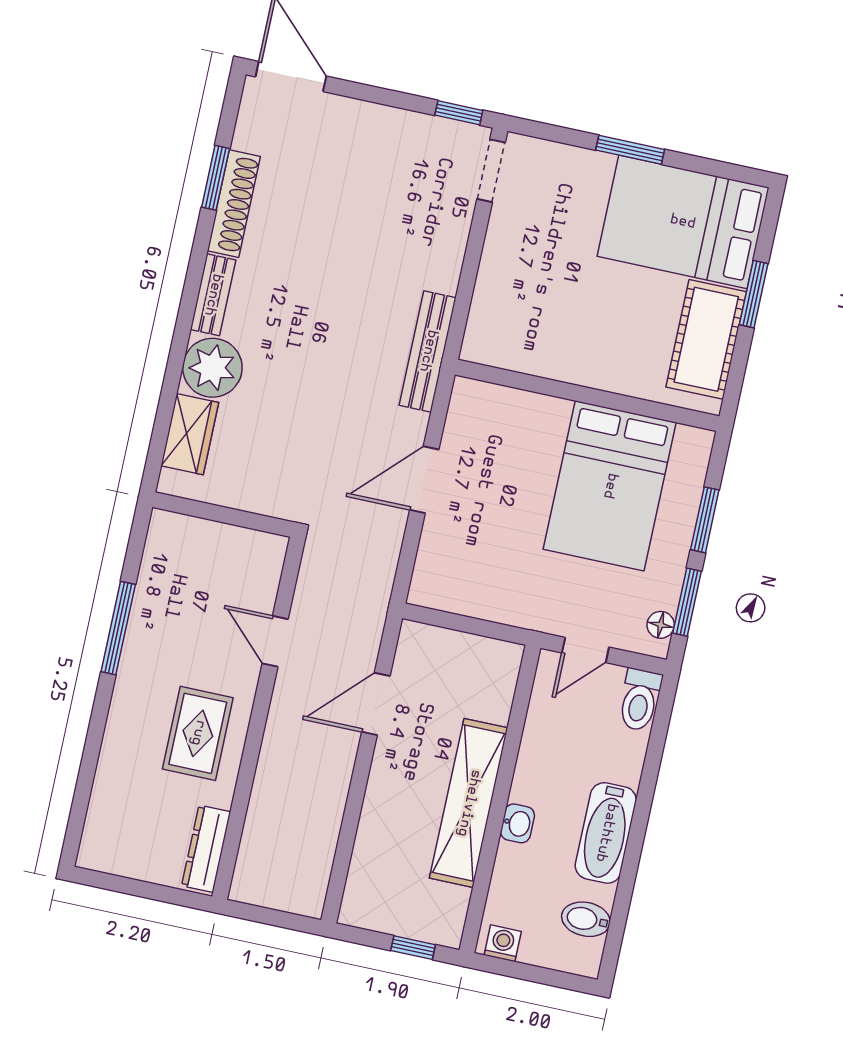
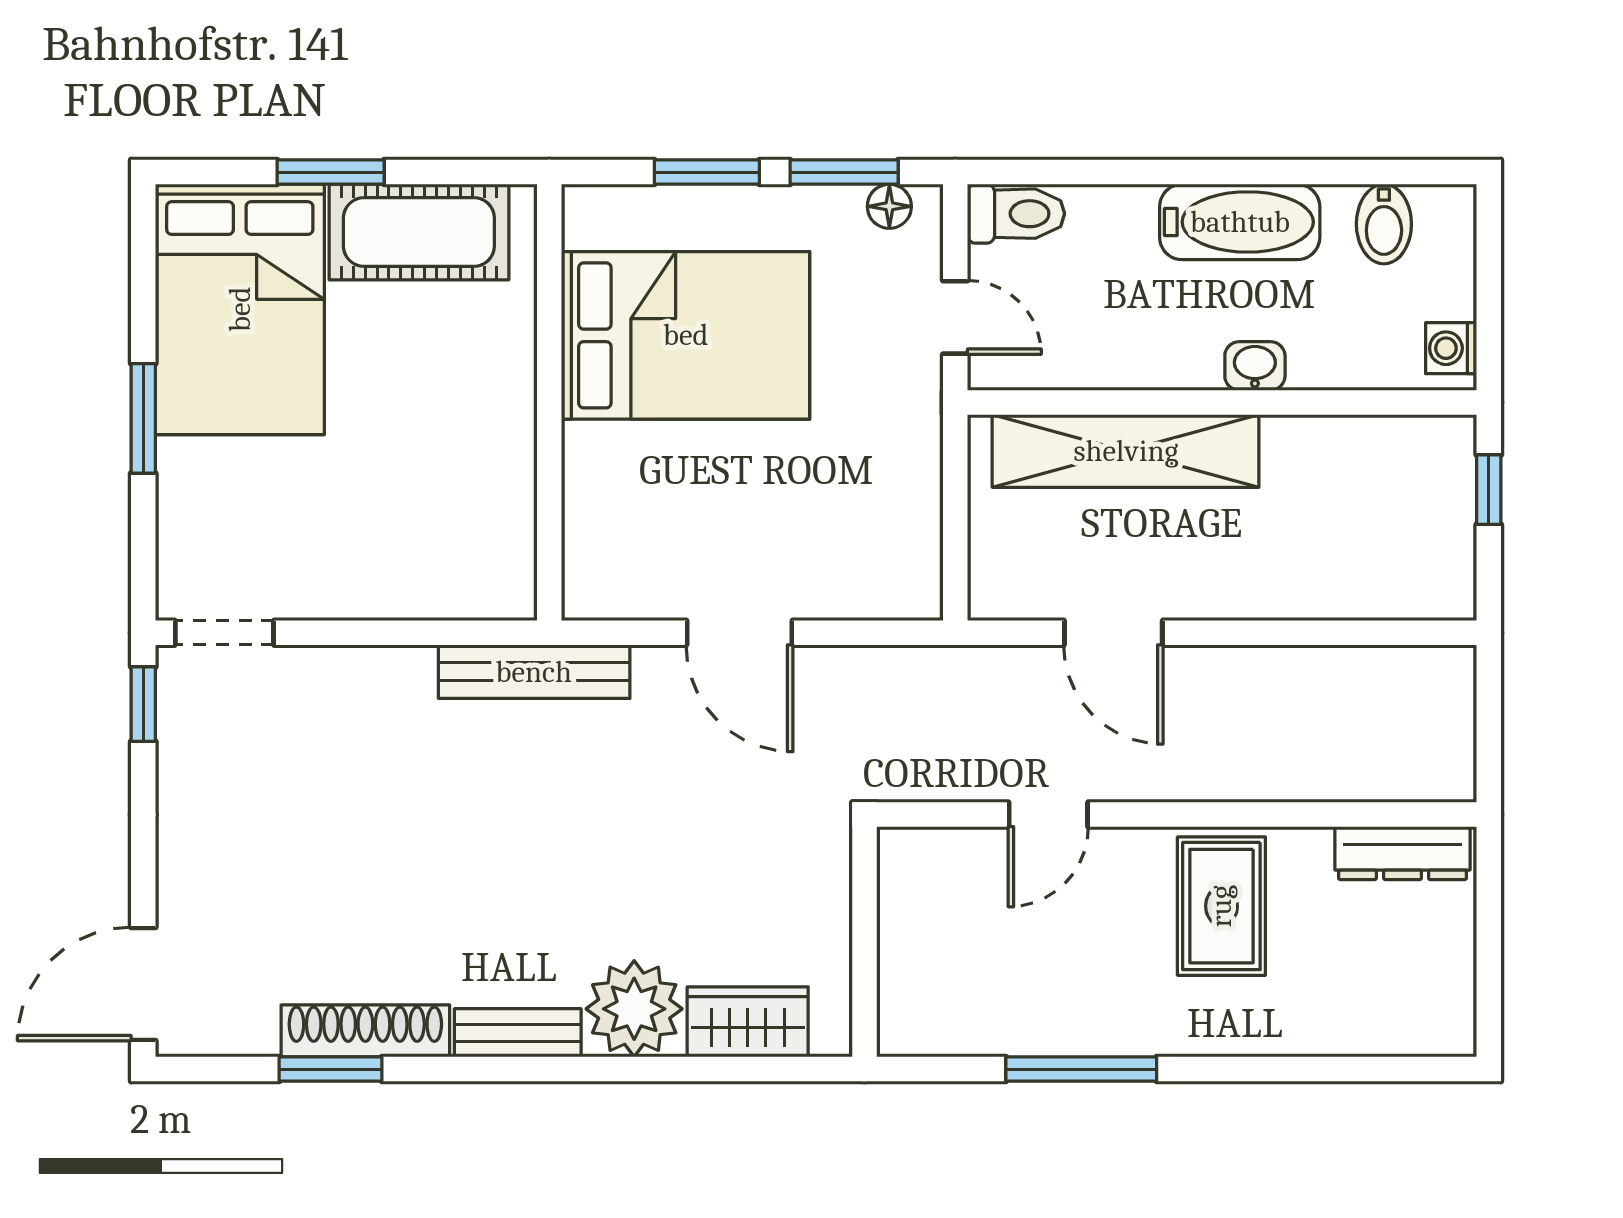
rug: (198, 733) -> (1221, 906), turned 90
shelving: (469, 803) -> (1126, 451), moved

